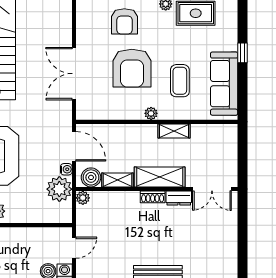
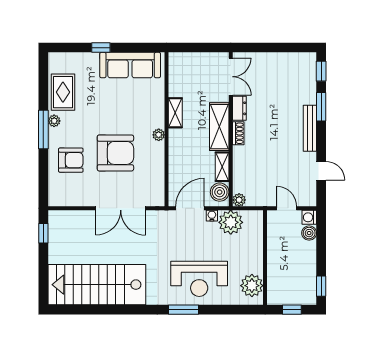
coffee table: (180, 81) -> (127, 107), removed

